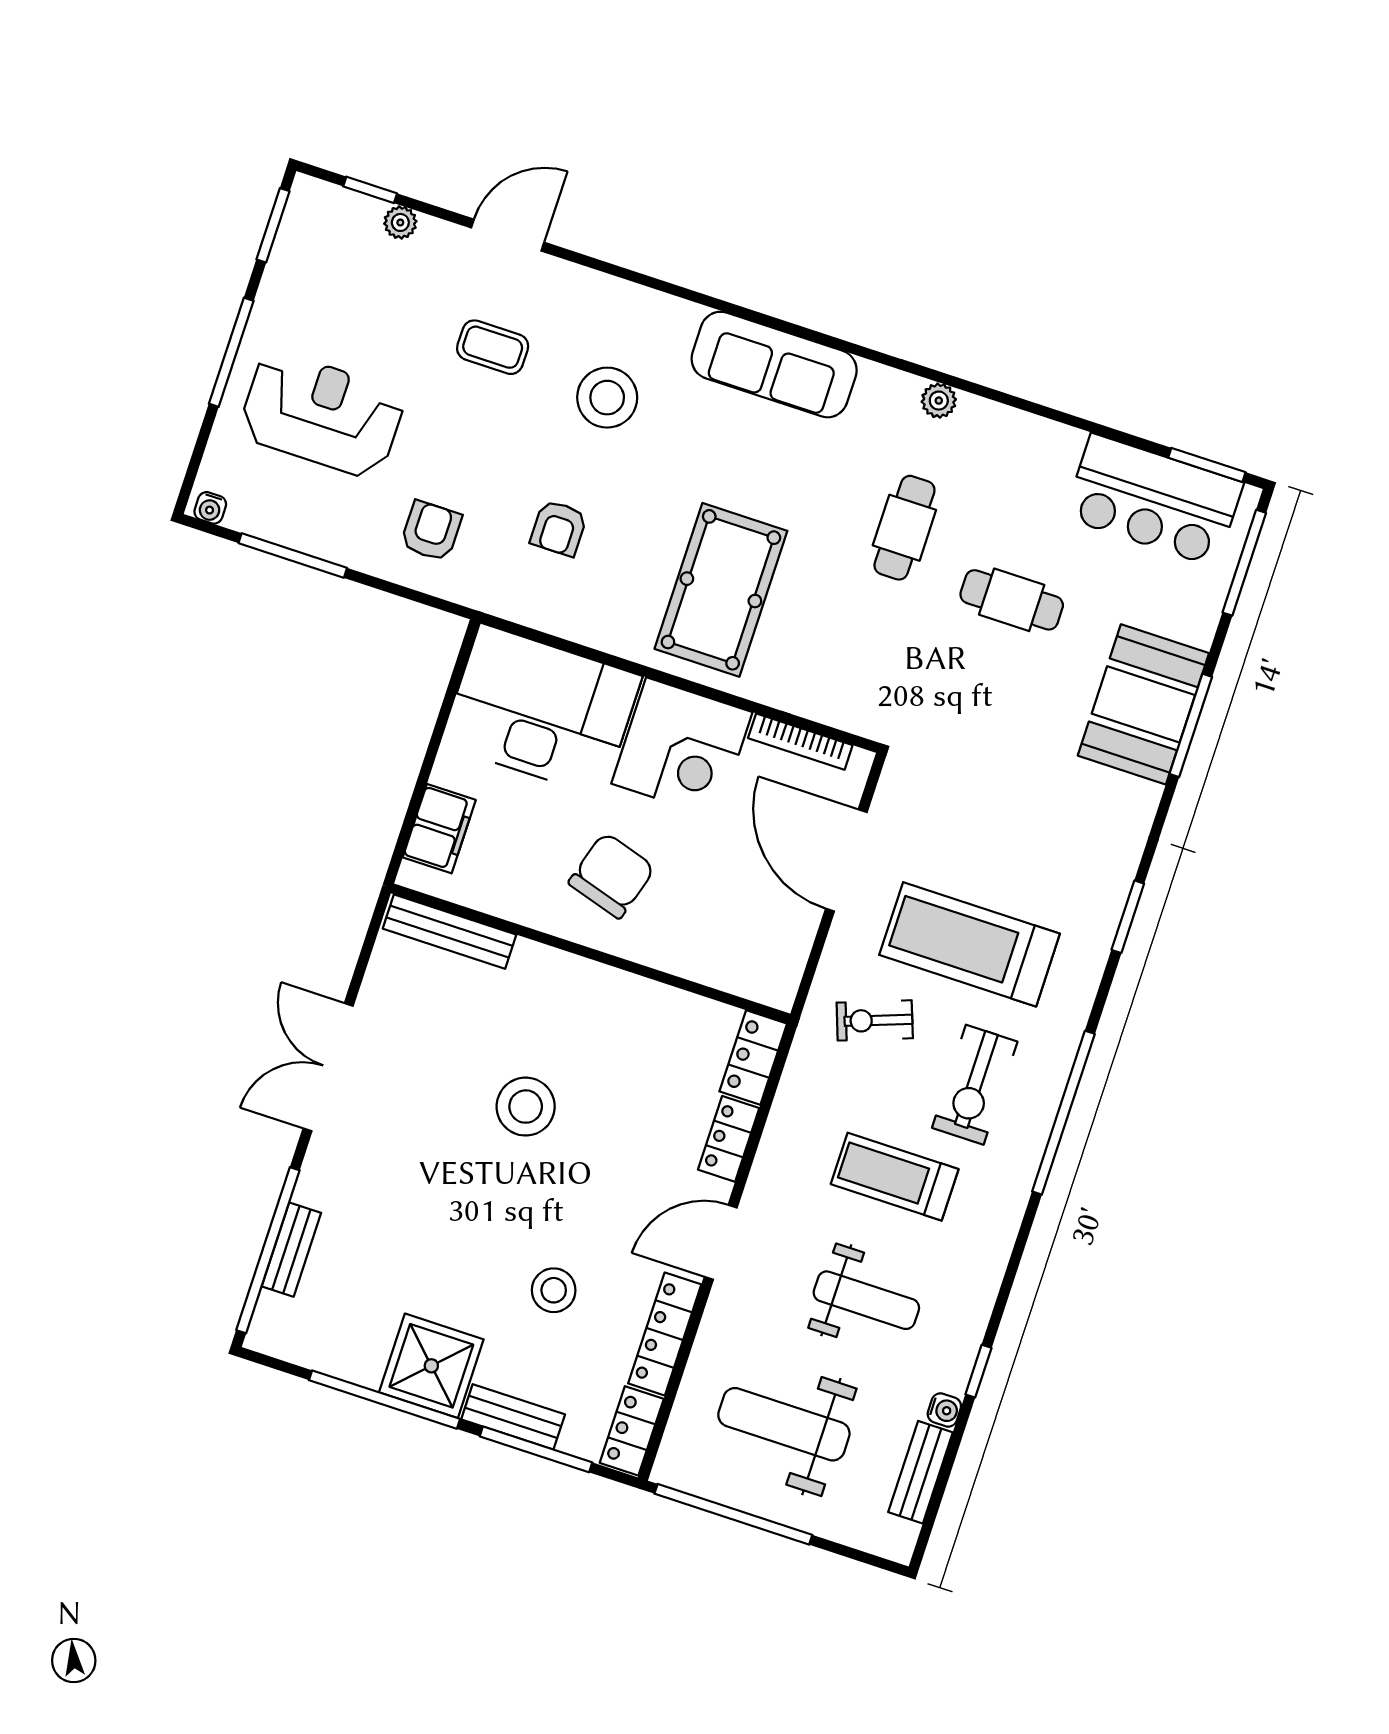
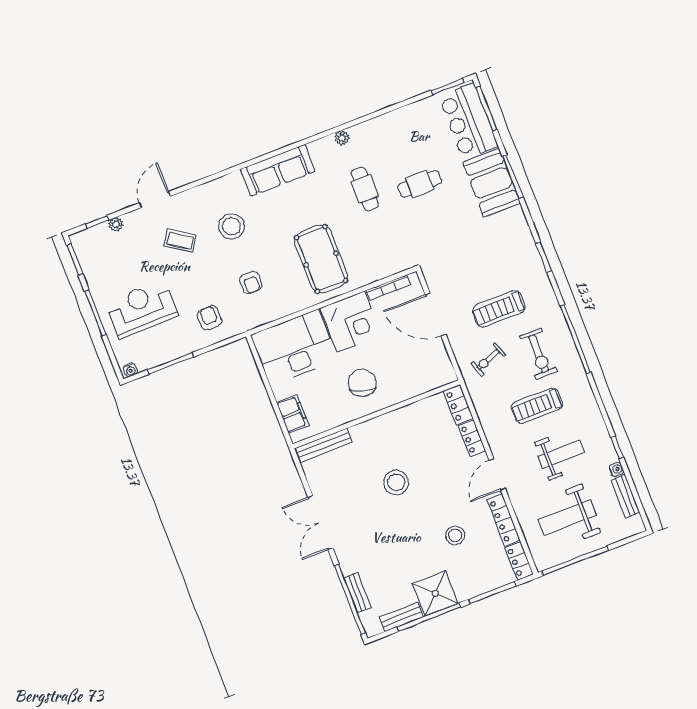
coffee table: (493, 347) -> (180, 241), turned 33
bar counter: (1154, 500) -> (469, 121), moved, turned 90
treadmill: (970, 944) -> (499, 309), width x0.73, depth x0.73
bench: (513, 1417) -> (401, 617), moved

